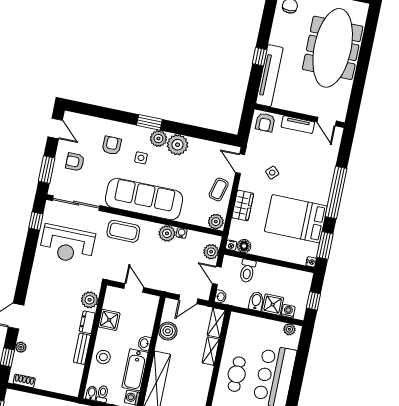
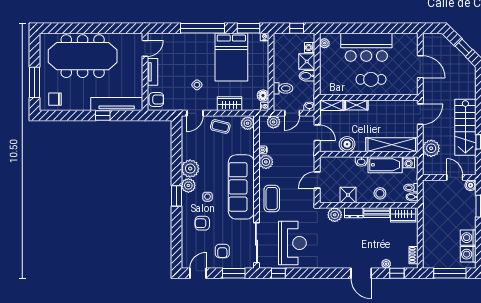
wardrobe: (73, 378) -> (403, 215), added

